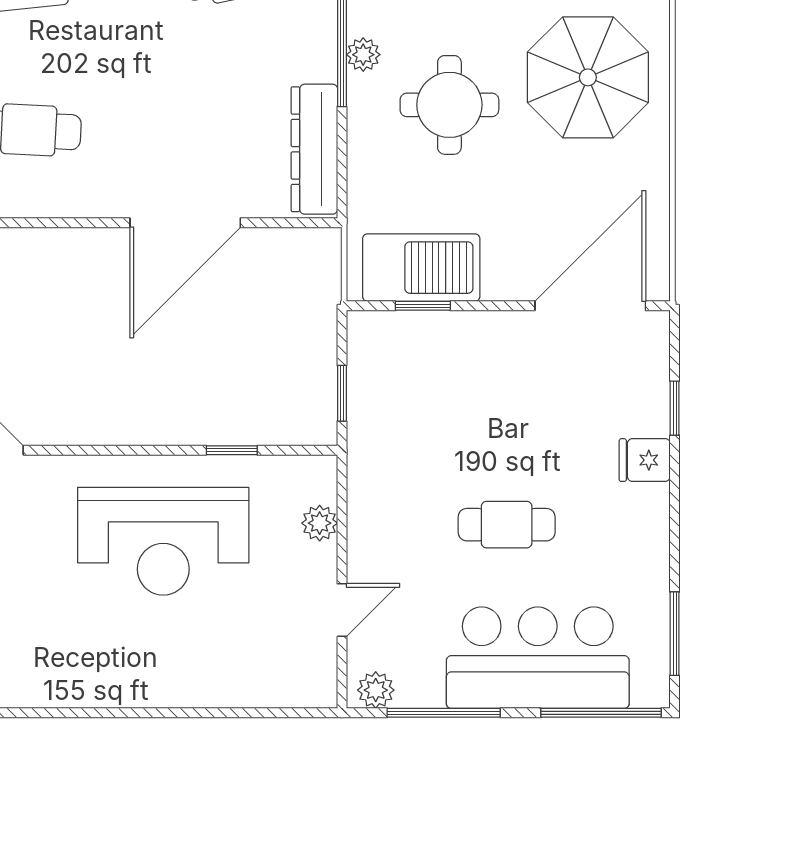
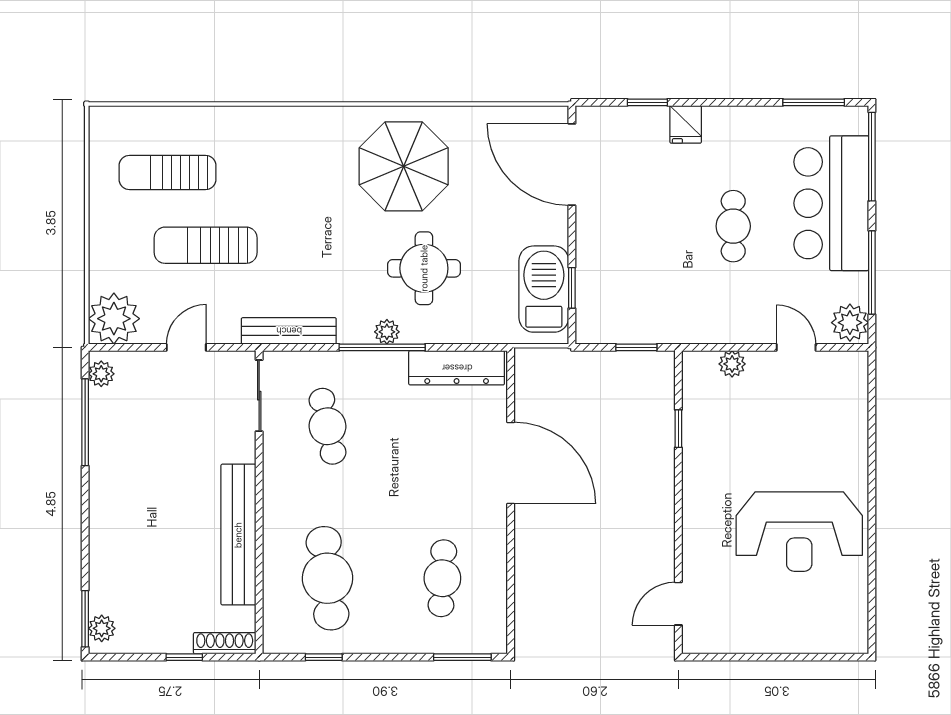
reception desk: (163, 541) -> (799, 532), moved, turned 90
plant: (376, 690) -> (850, 323), width x1.38, depth x1.38

